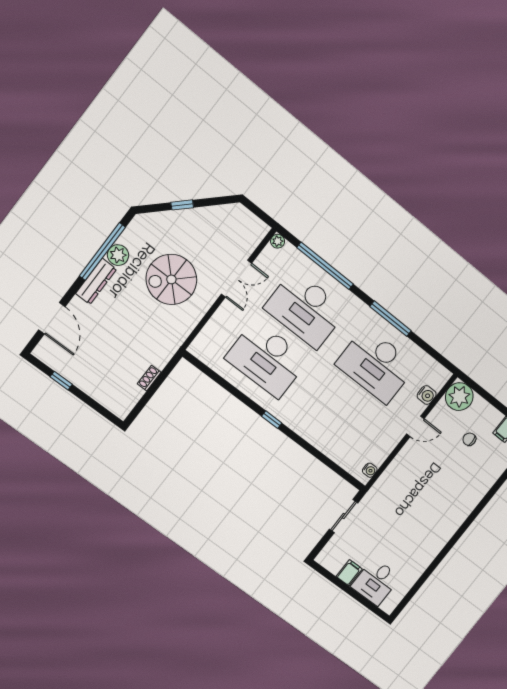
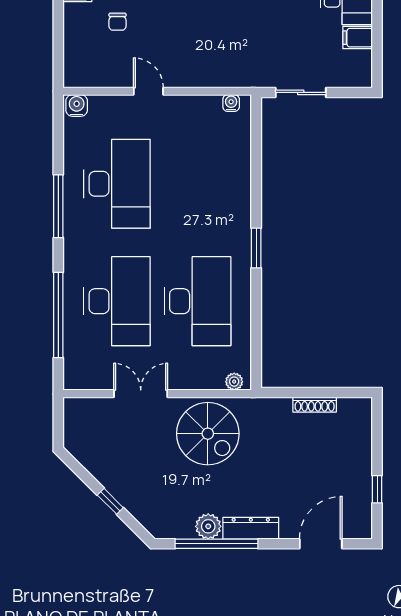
plant: (278, 241) -> (234, 382), moved
spiral stairs: (171, 279) -> (208, 434), moved
shoe rack: (149, 378) -> (315, 405), width x1.43
water cooler: (427, 395) -> (77, 106), moved
plant: (459, 397) -> (82, 69), removed
window: (272, 420) -> (256, 248), width x1.50

